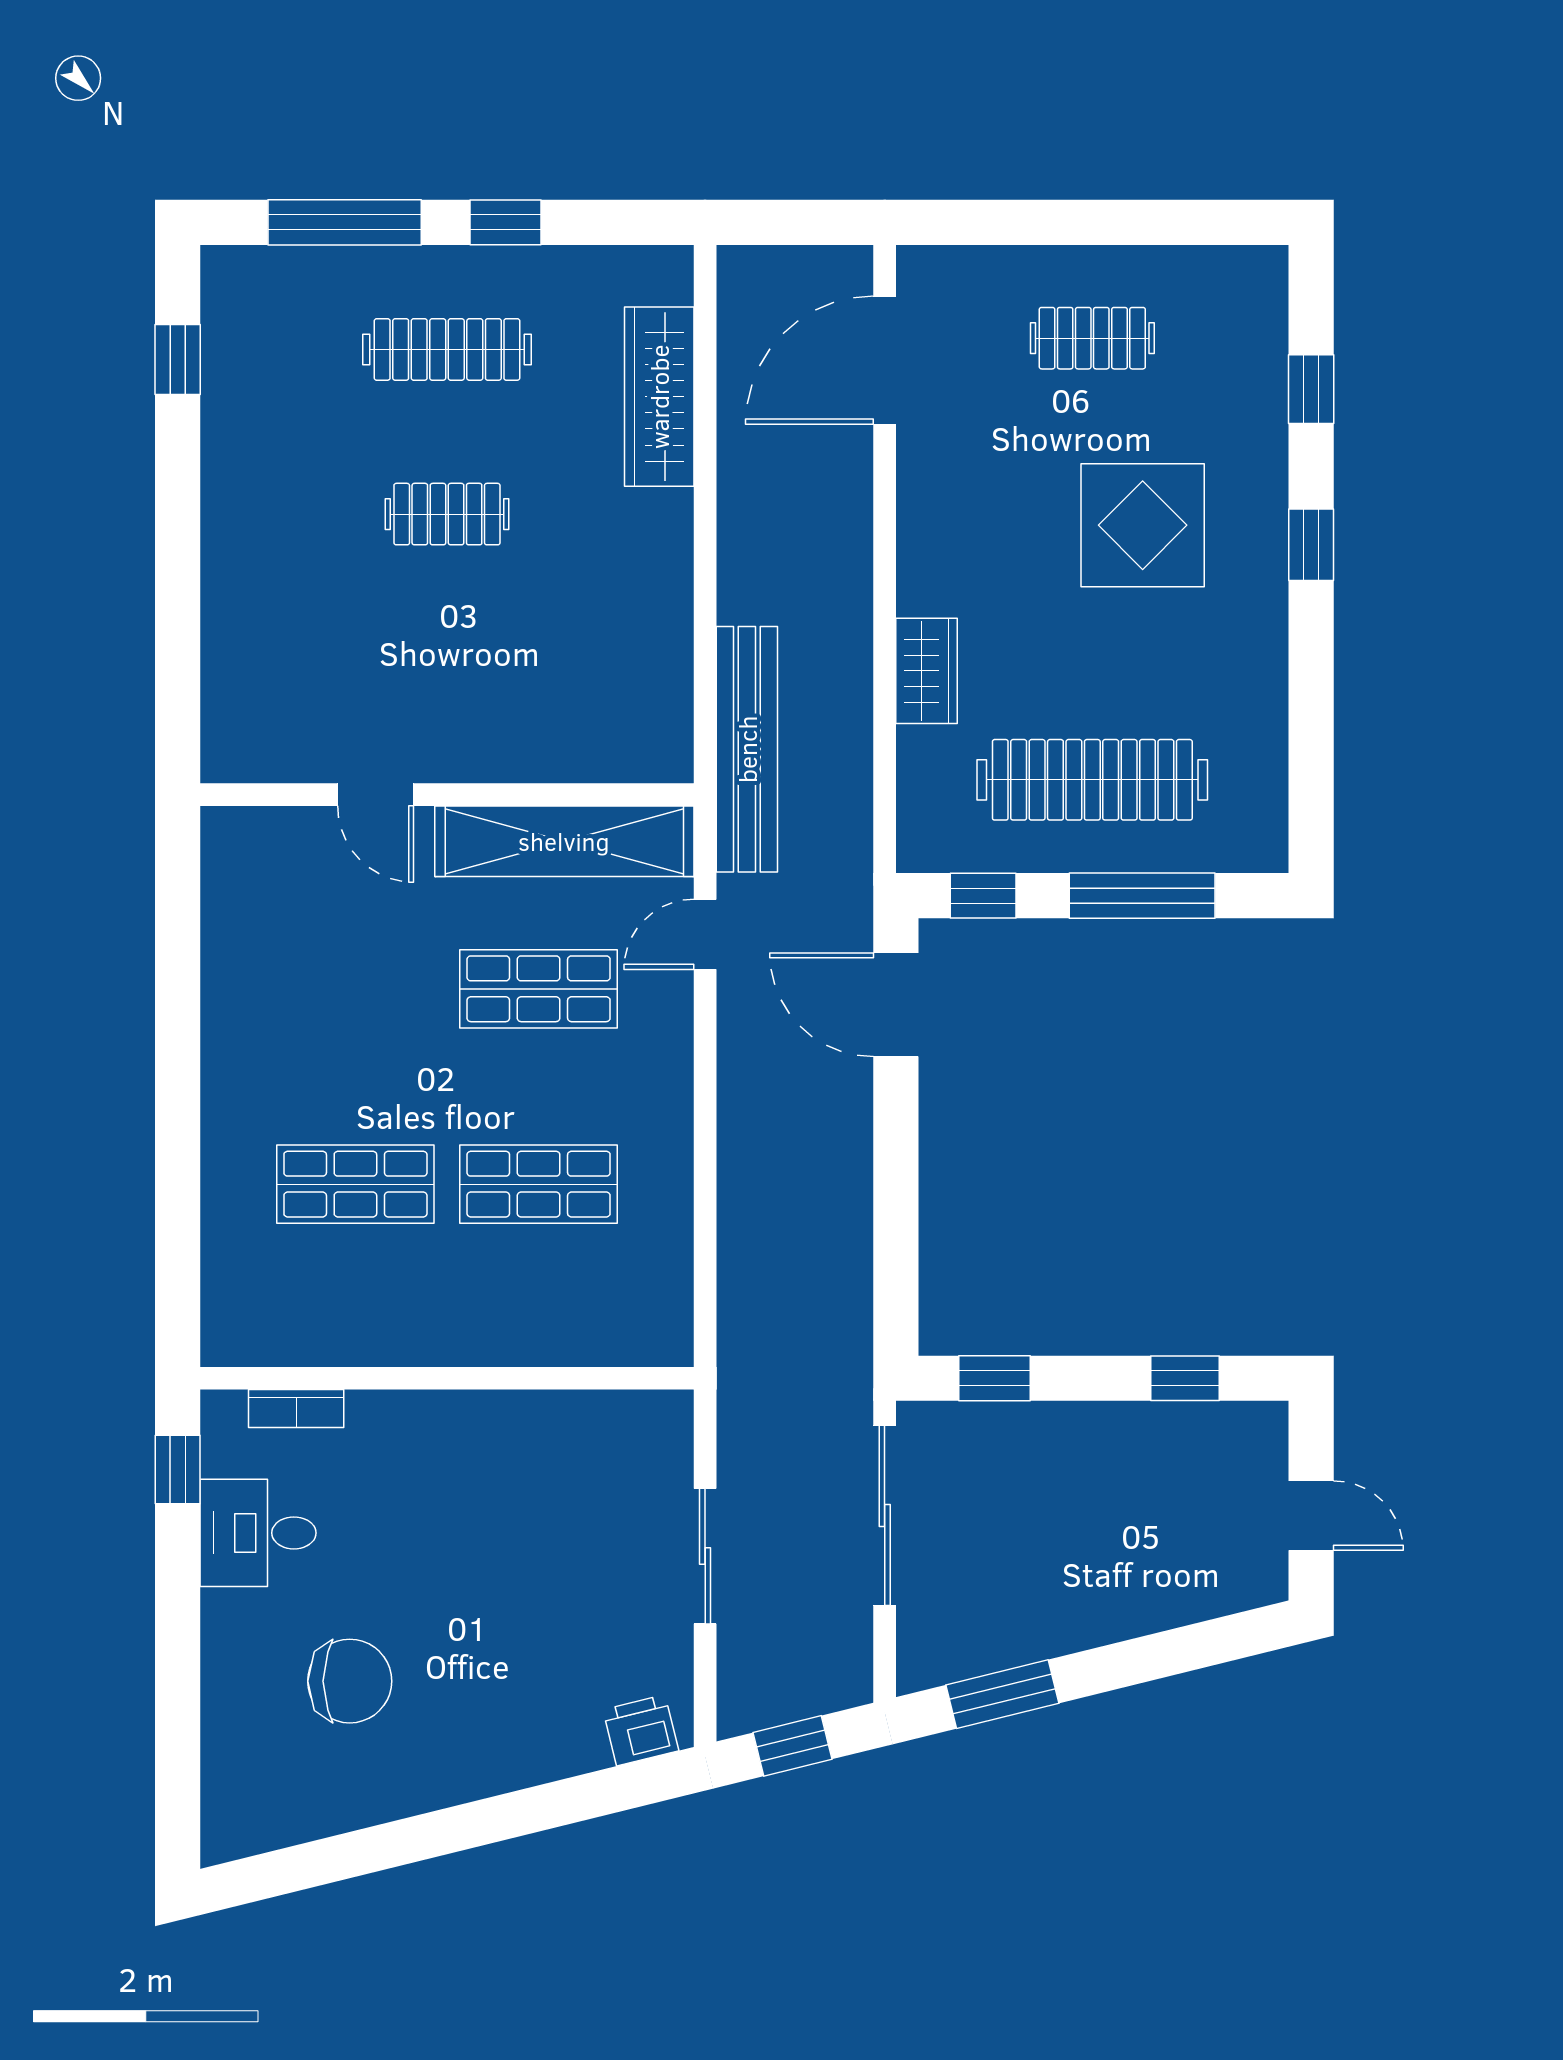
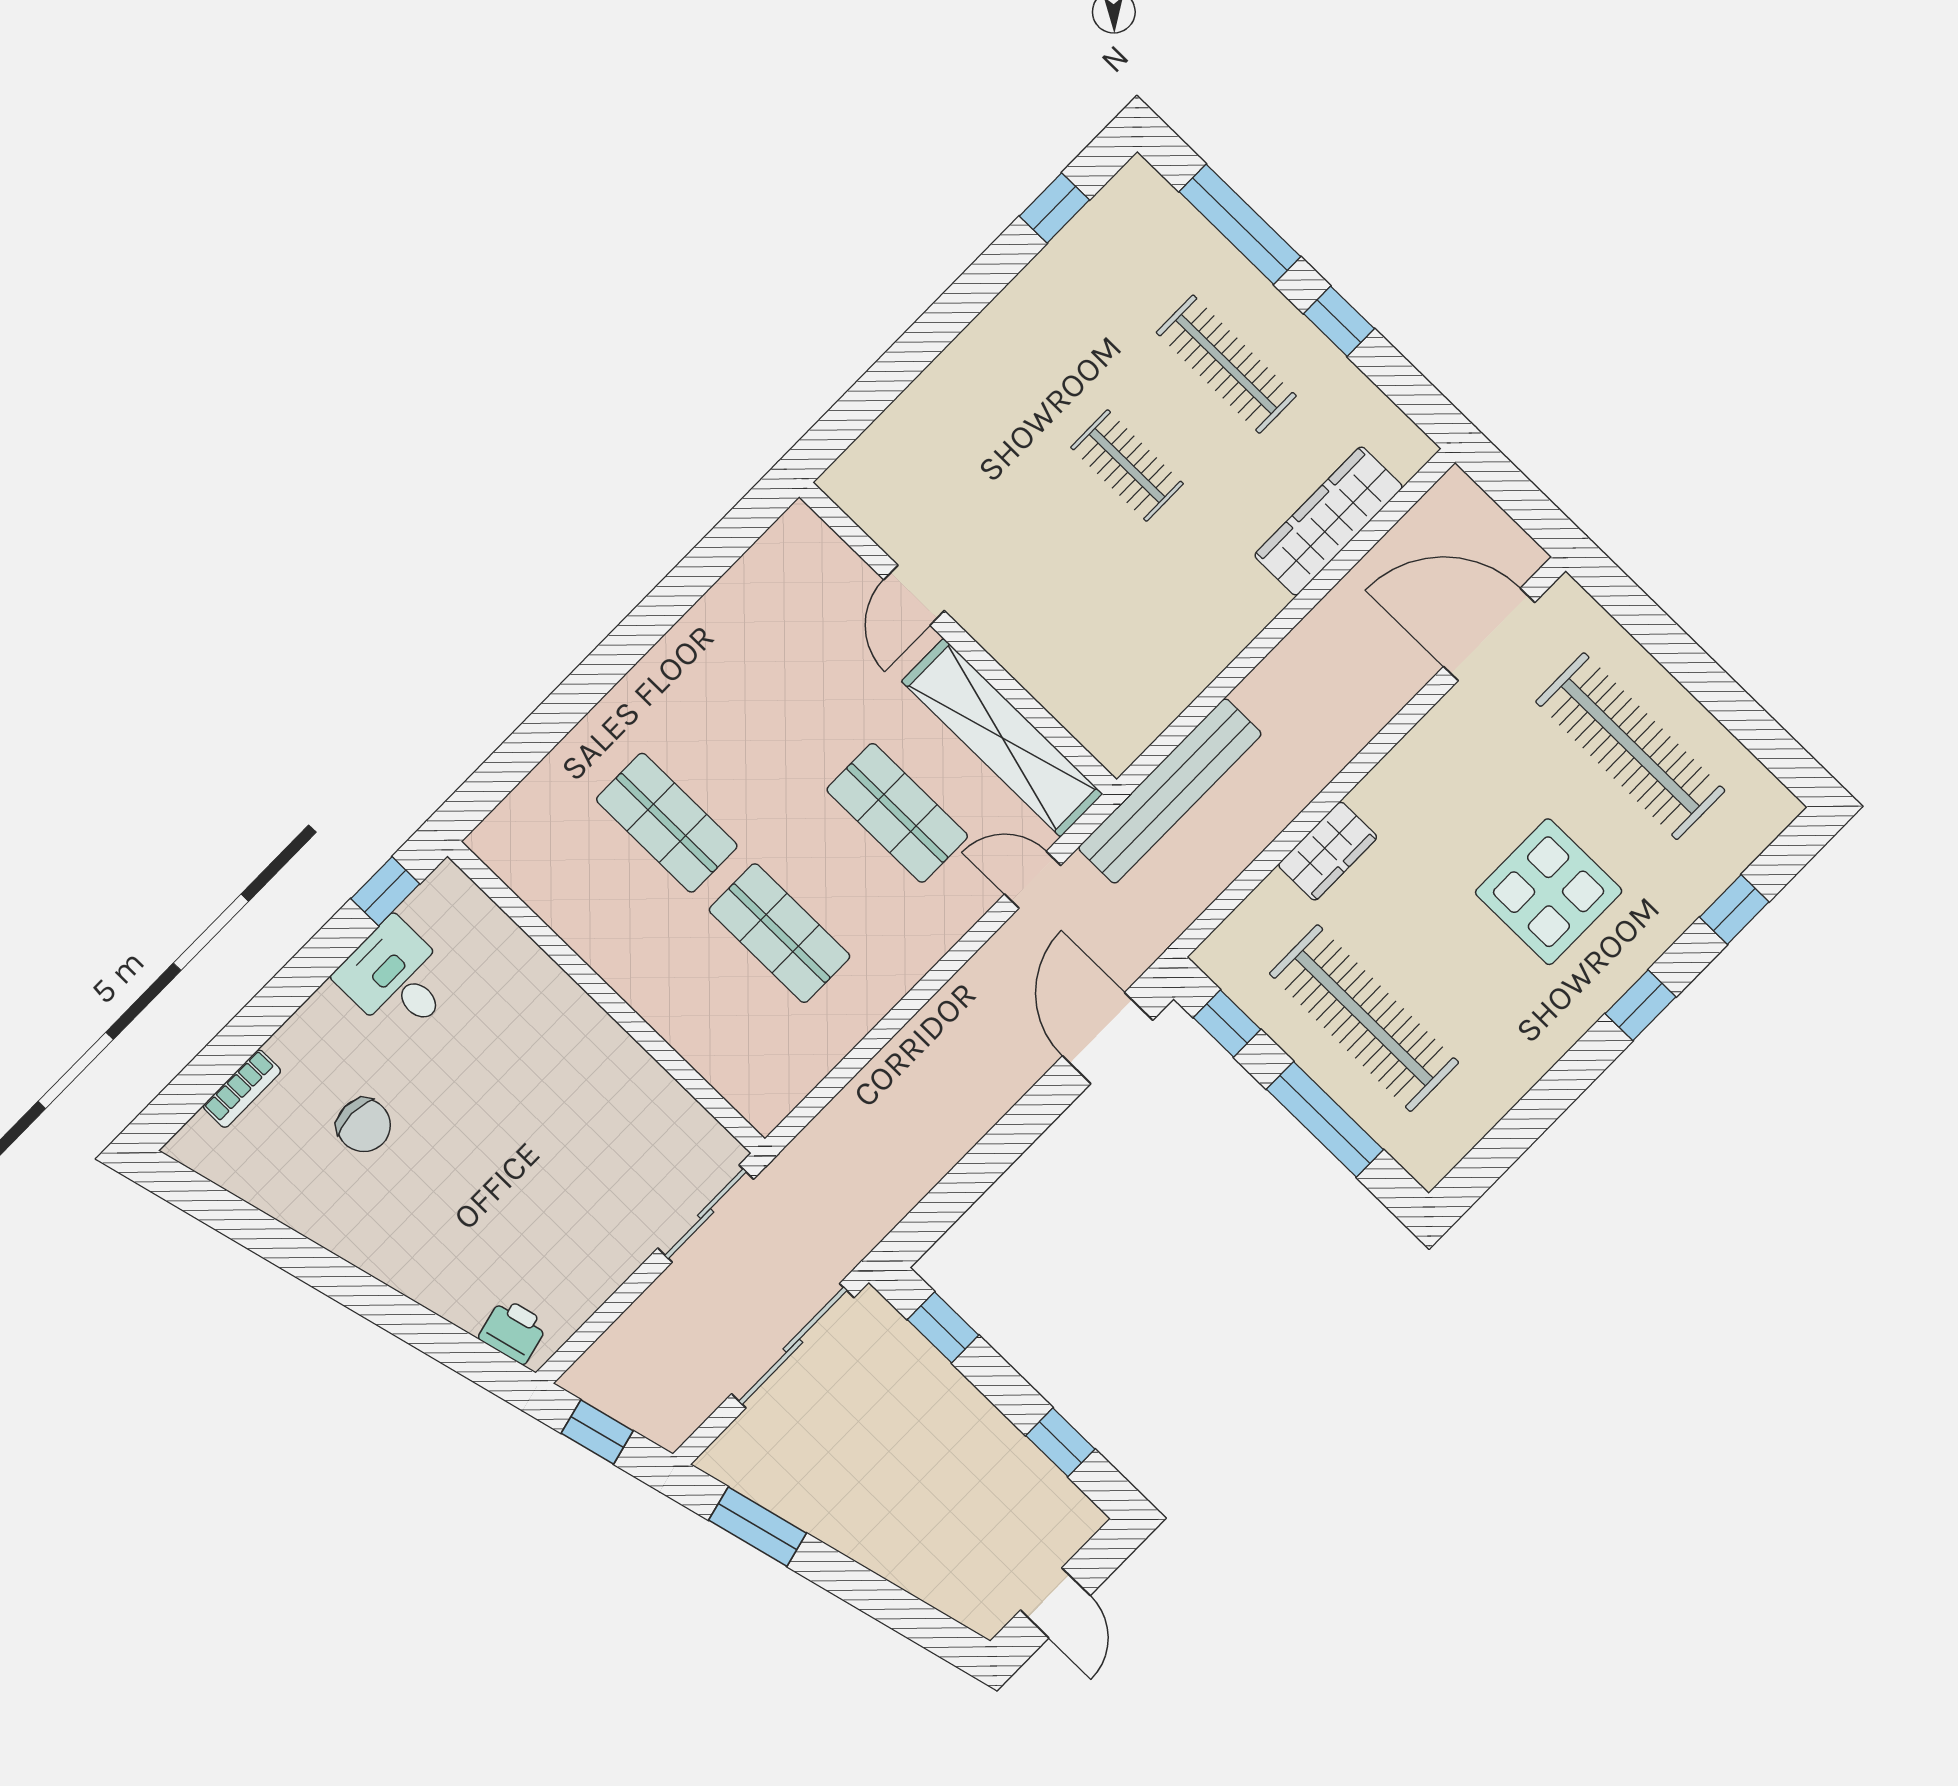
clothes rail: (1092, 338) -> (1630, 746), width x1.86, depth x1.31
bookcase: (296, 1408) -> (242, 1089), moved, turned -90
sliding door: (705, 1556) -> (706, 1214), moved
chair: (350, 1681) -> (364, 1125), width x0.73, depth x0.73

